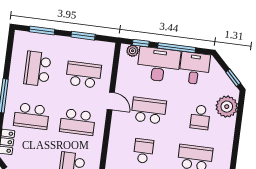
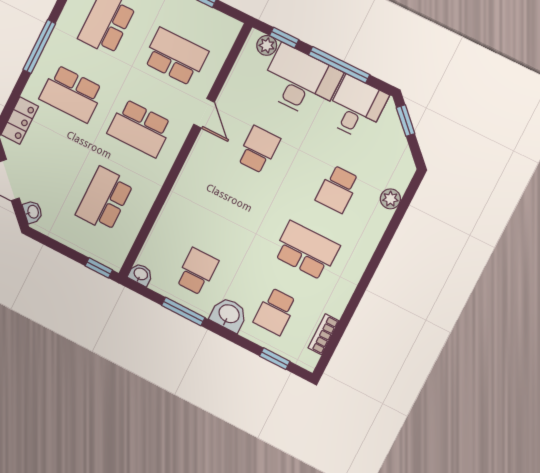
window: (233, 78) -> (406, 121), moved
plant: (227, 107) -> (390, 199), width x0.53, depth x0.53
school desk: (149, 111) -> (259, 150), width x0.54
school desk: (143, 151) -> (228, 211), removed

